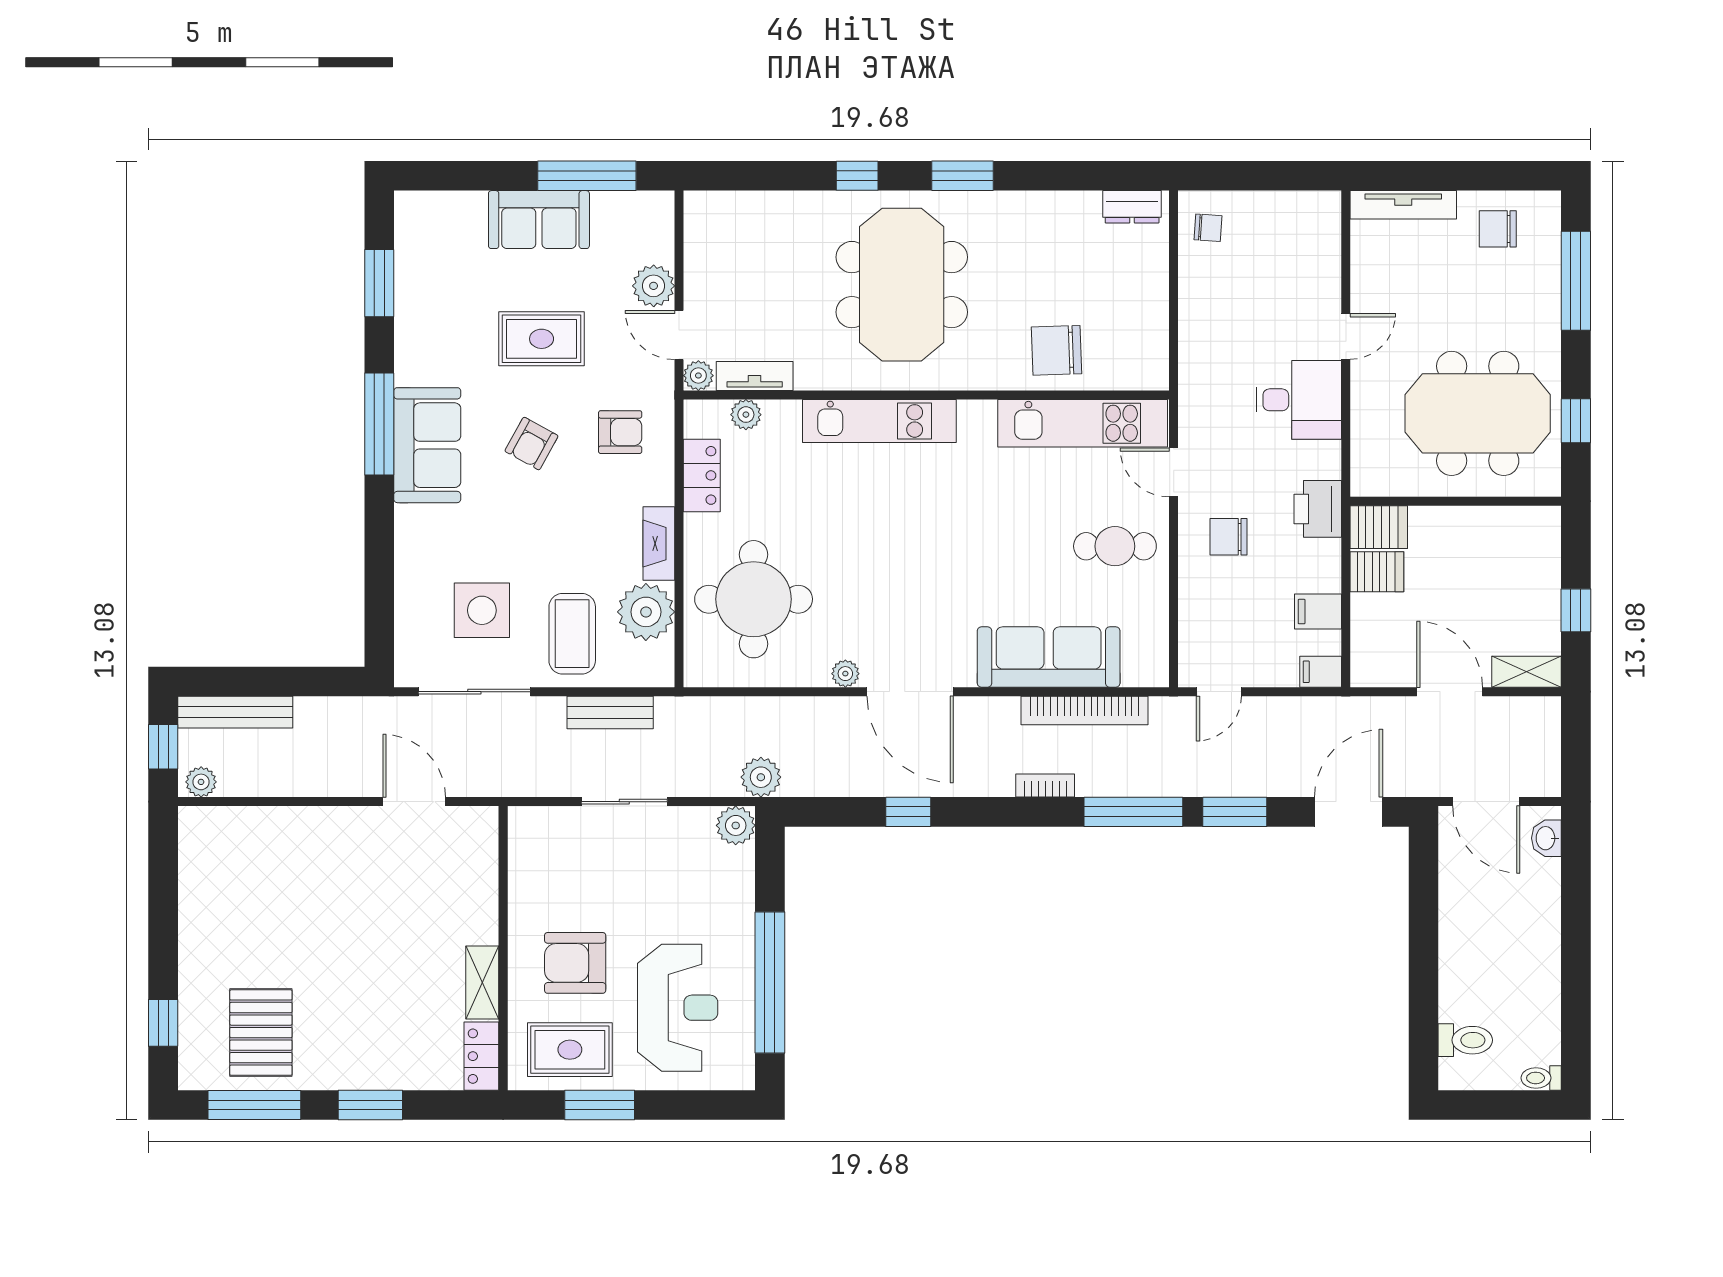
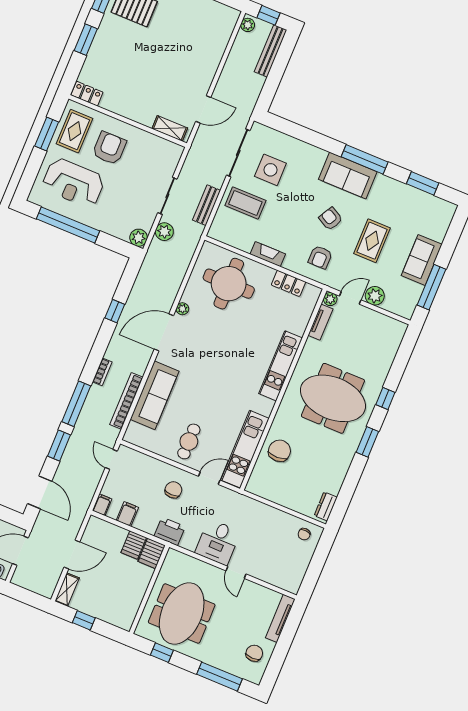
plant: (746, 415) -> (306, 312), removed
plant: (646, 612) -> (242, 237), removed
plant: (761, 777) -> (164, 232), moved
shelving: (482, 982) -> (170, 128), moved

